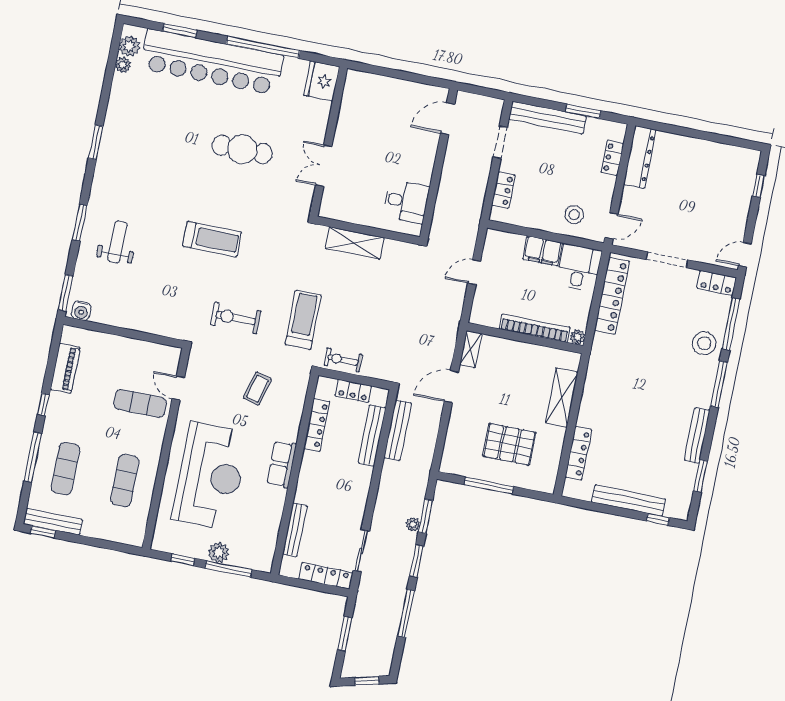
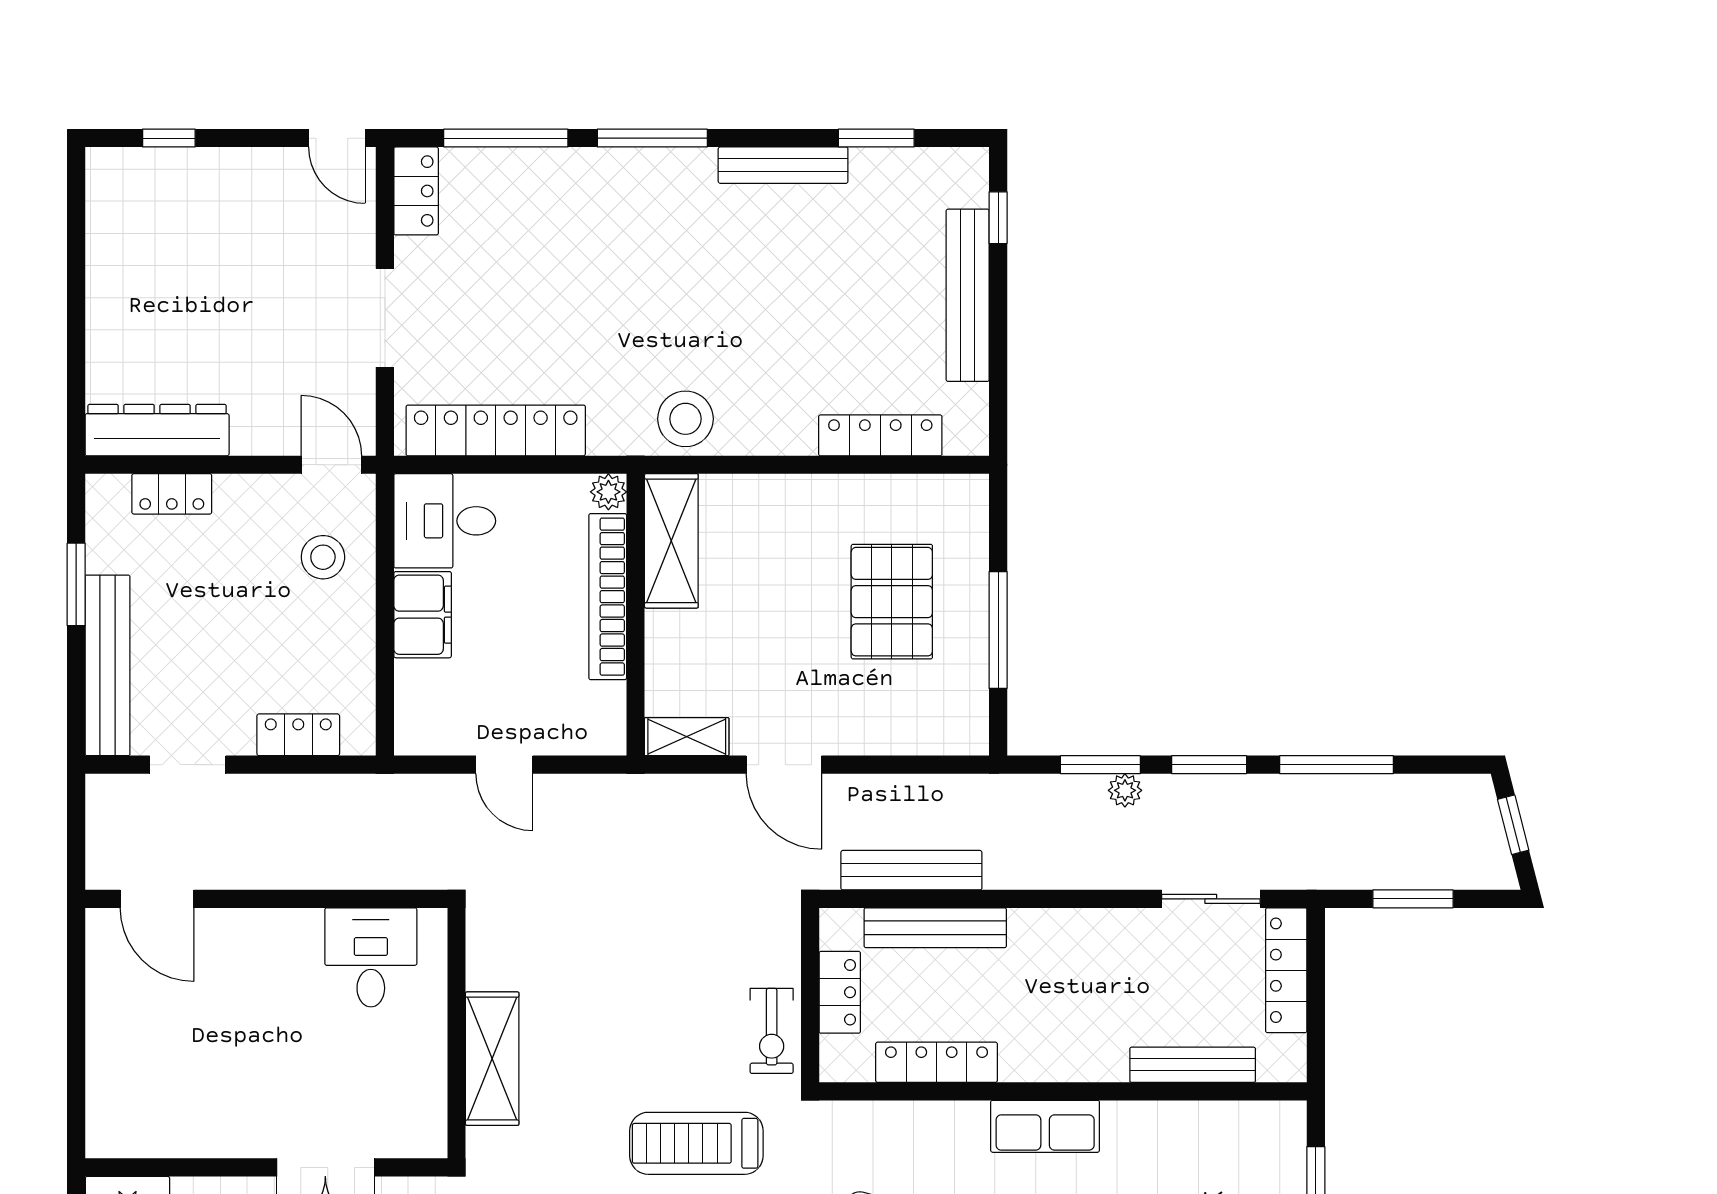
stool: (704, 343) -> (685, 419), moved
shelving: (562, 397) -> (671, 541), moved, turned 90

